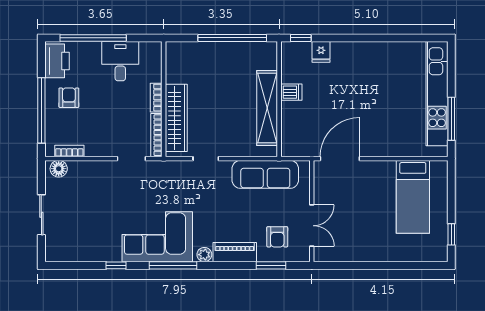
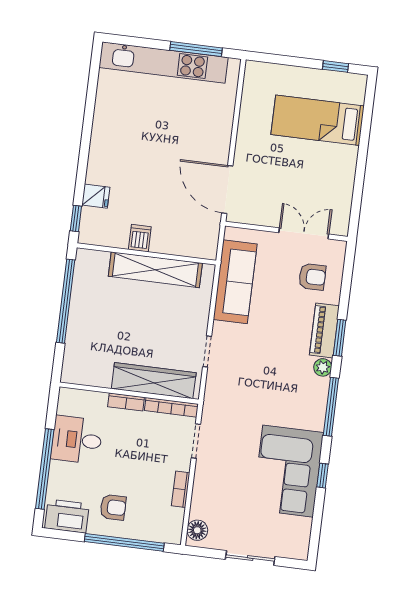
armchair: (69, 98) -> (113, 507), turned 180
bookcase: (69, 151) -> (181, 489), moved
bed: (413, 197) -> (318, 120), moved, turned 180
corner sofa: (157, 237) -> (288, 471), moved
window: (271, 265) -> (340, 338), moved

